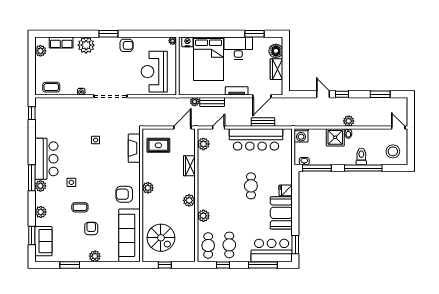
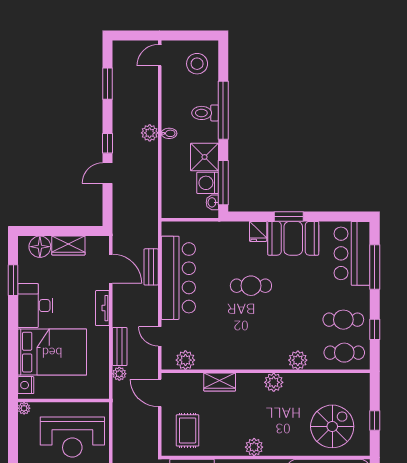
washing machine: (301, 135) -> (208, 183), moved, turned 180
shower: (335, 137) -> (205, 157), moved
window: (295, 245) -> (289, 216), moved

